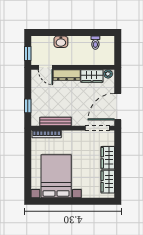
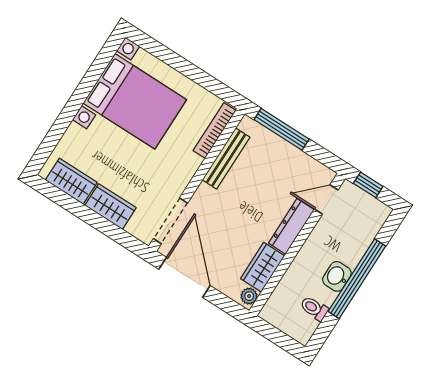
window: (71, 33) -> (357, 279), added
washbasin: (61, 42) -> (337, 276), moved
window: (28, 106) -> (282, 129), width x2.17

